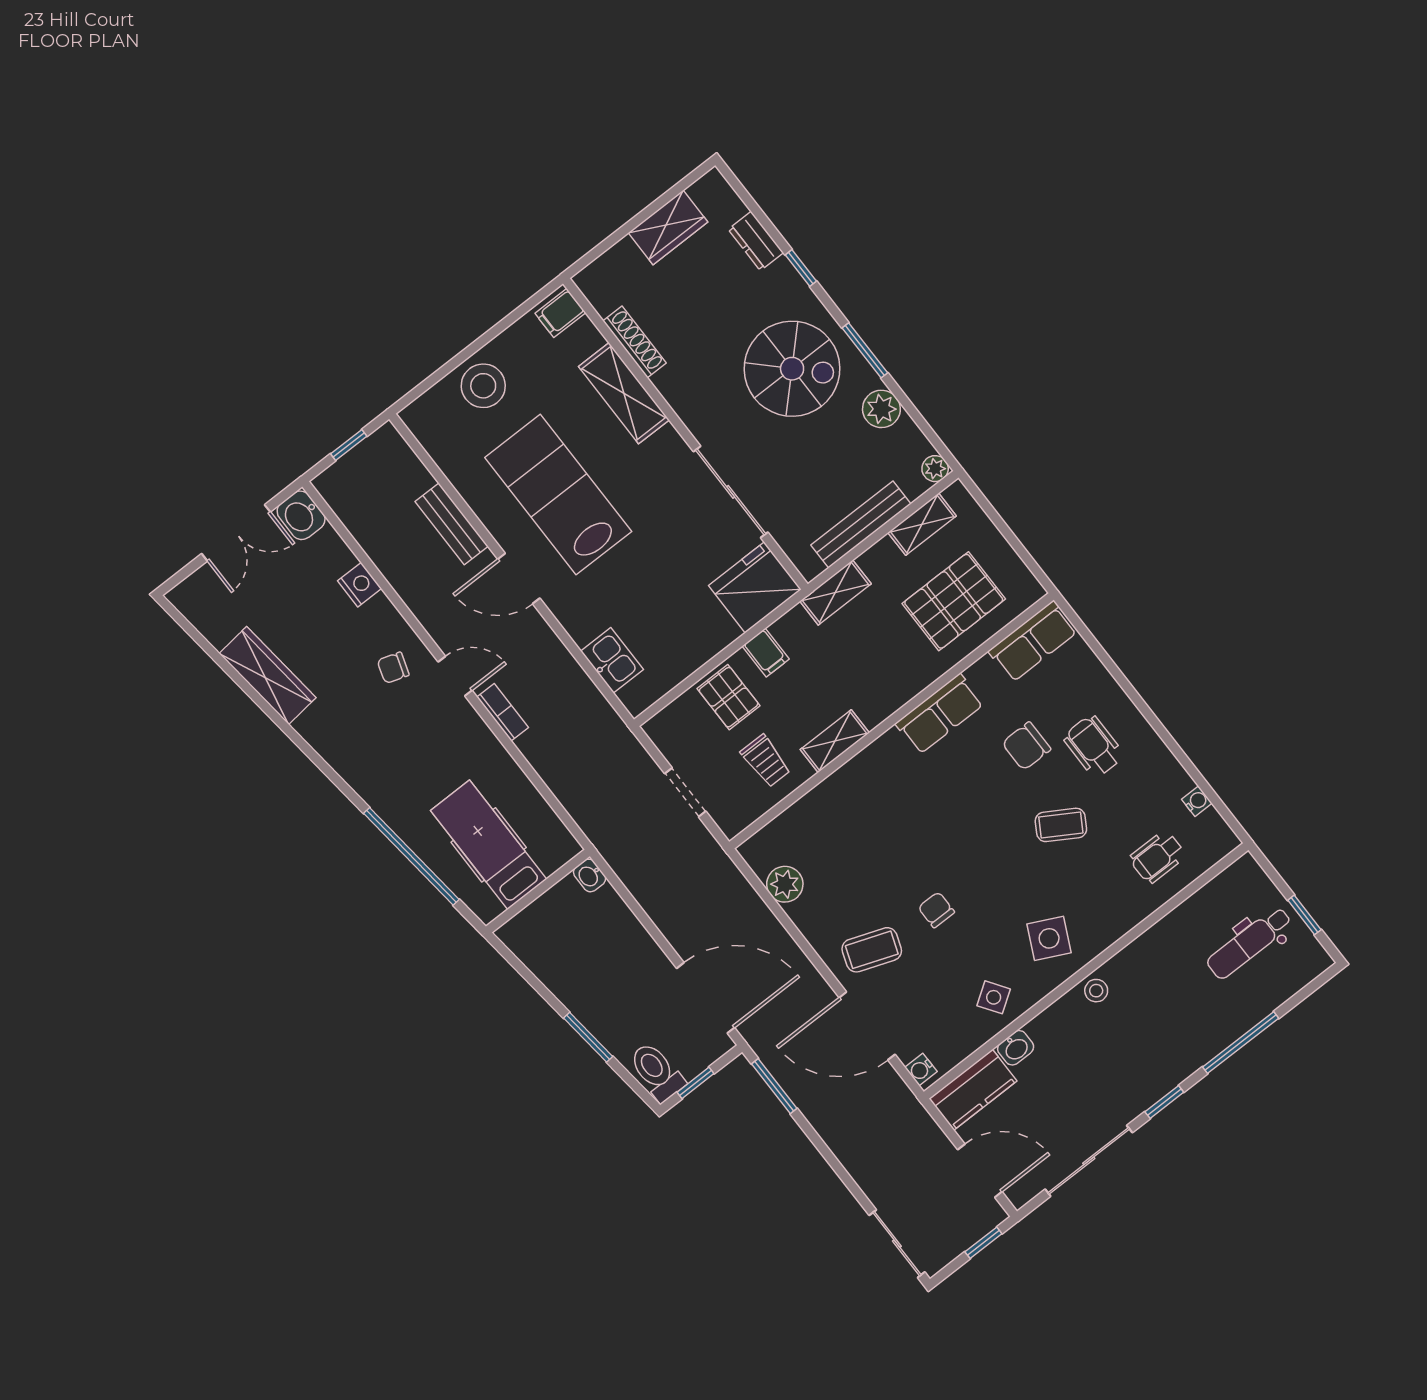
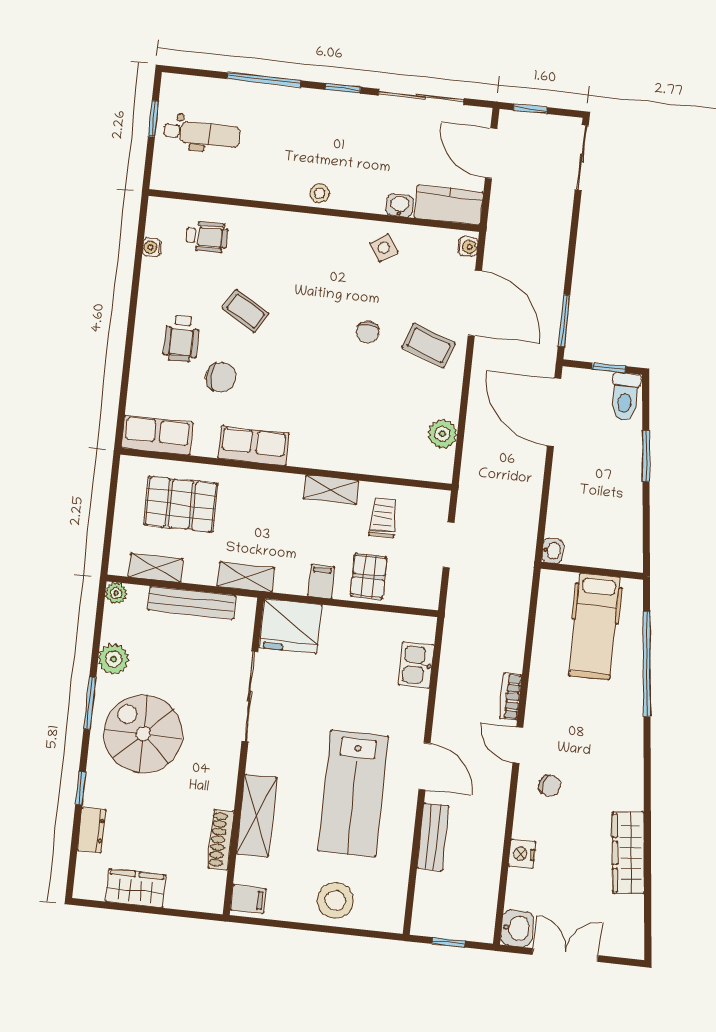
side table: (1049, 938) -> (317, 251), removed

